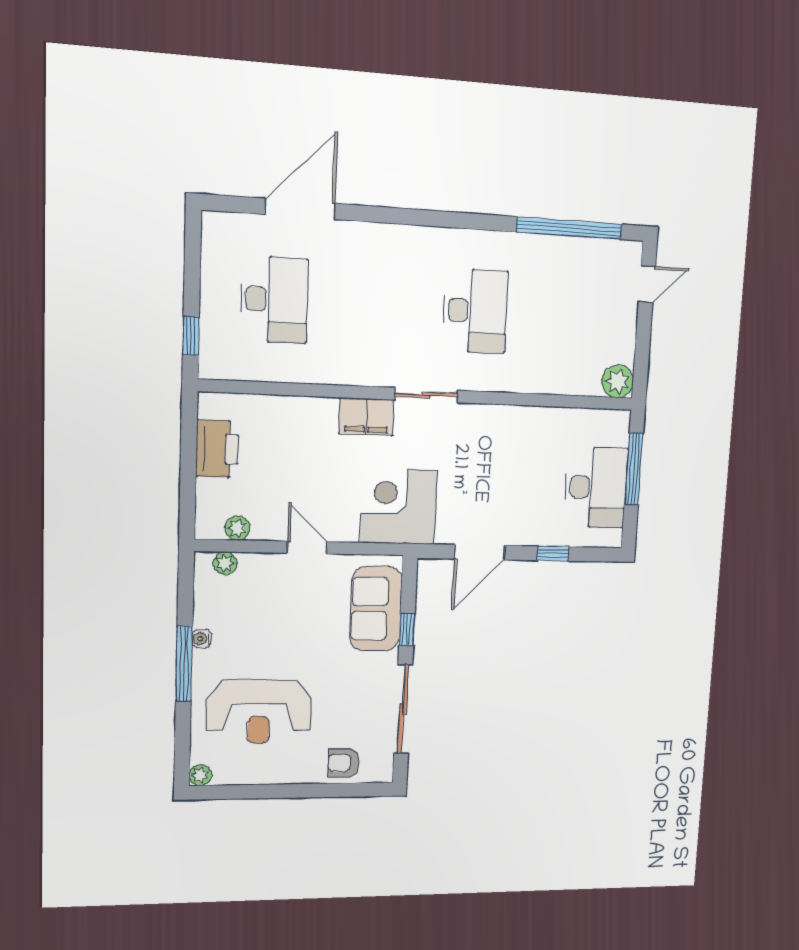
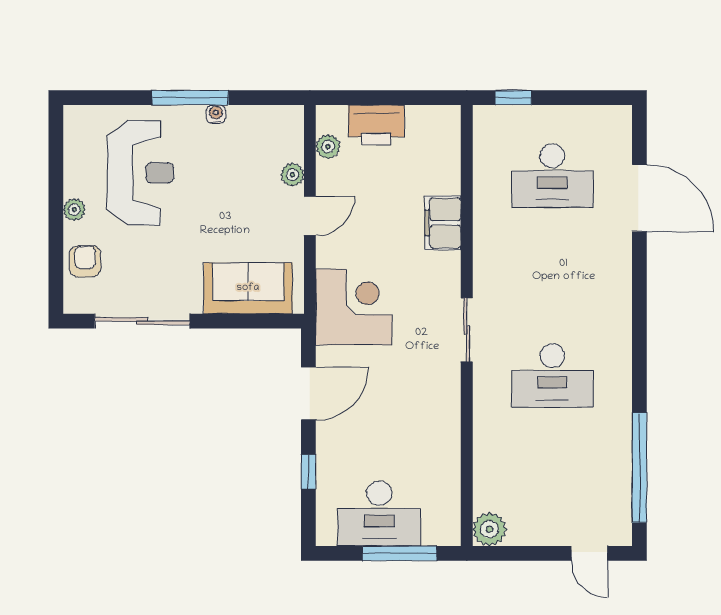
filing cabinet: (366, 417) -> (443, 223), moved
printer: (217, 449) -> (376, 125), moved
door: (480, 552) -> (308, 394), swing flipped
plant: (225, 563) -> (292, 175), moved
window: (407, 630) -> (226, 321), removed
reception desk: (259, 711) -> (141, 173), turned 180
plant: (200, 775) -> (74, 210), moved

